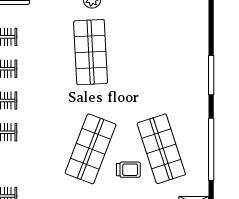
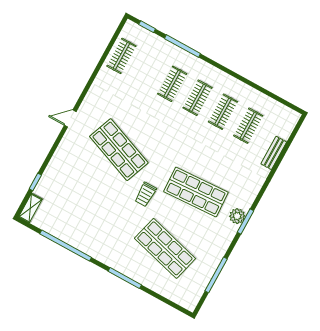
shop shelf: (161, 149) -> (165, 248), moved, turned 33
trolley: (128, 170) -> (145, 194), moved

